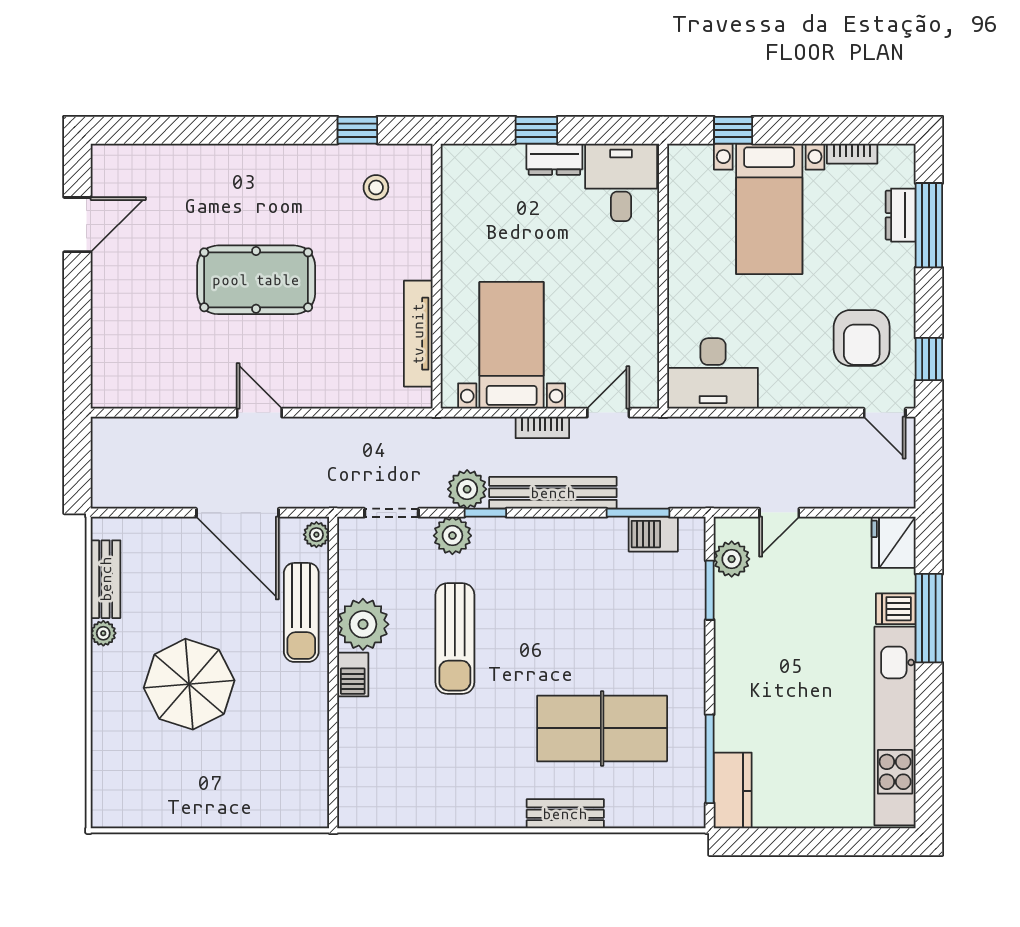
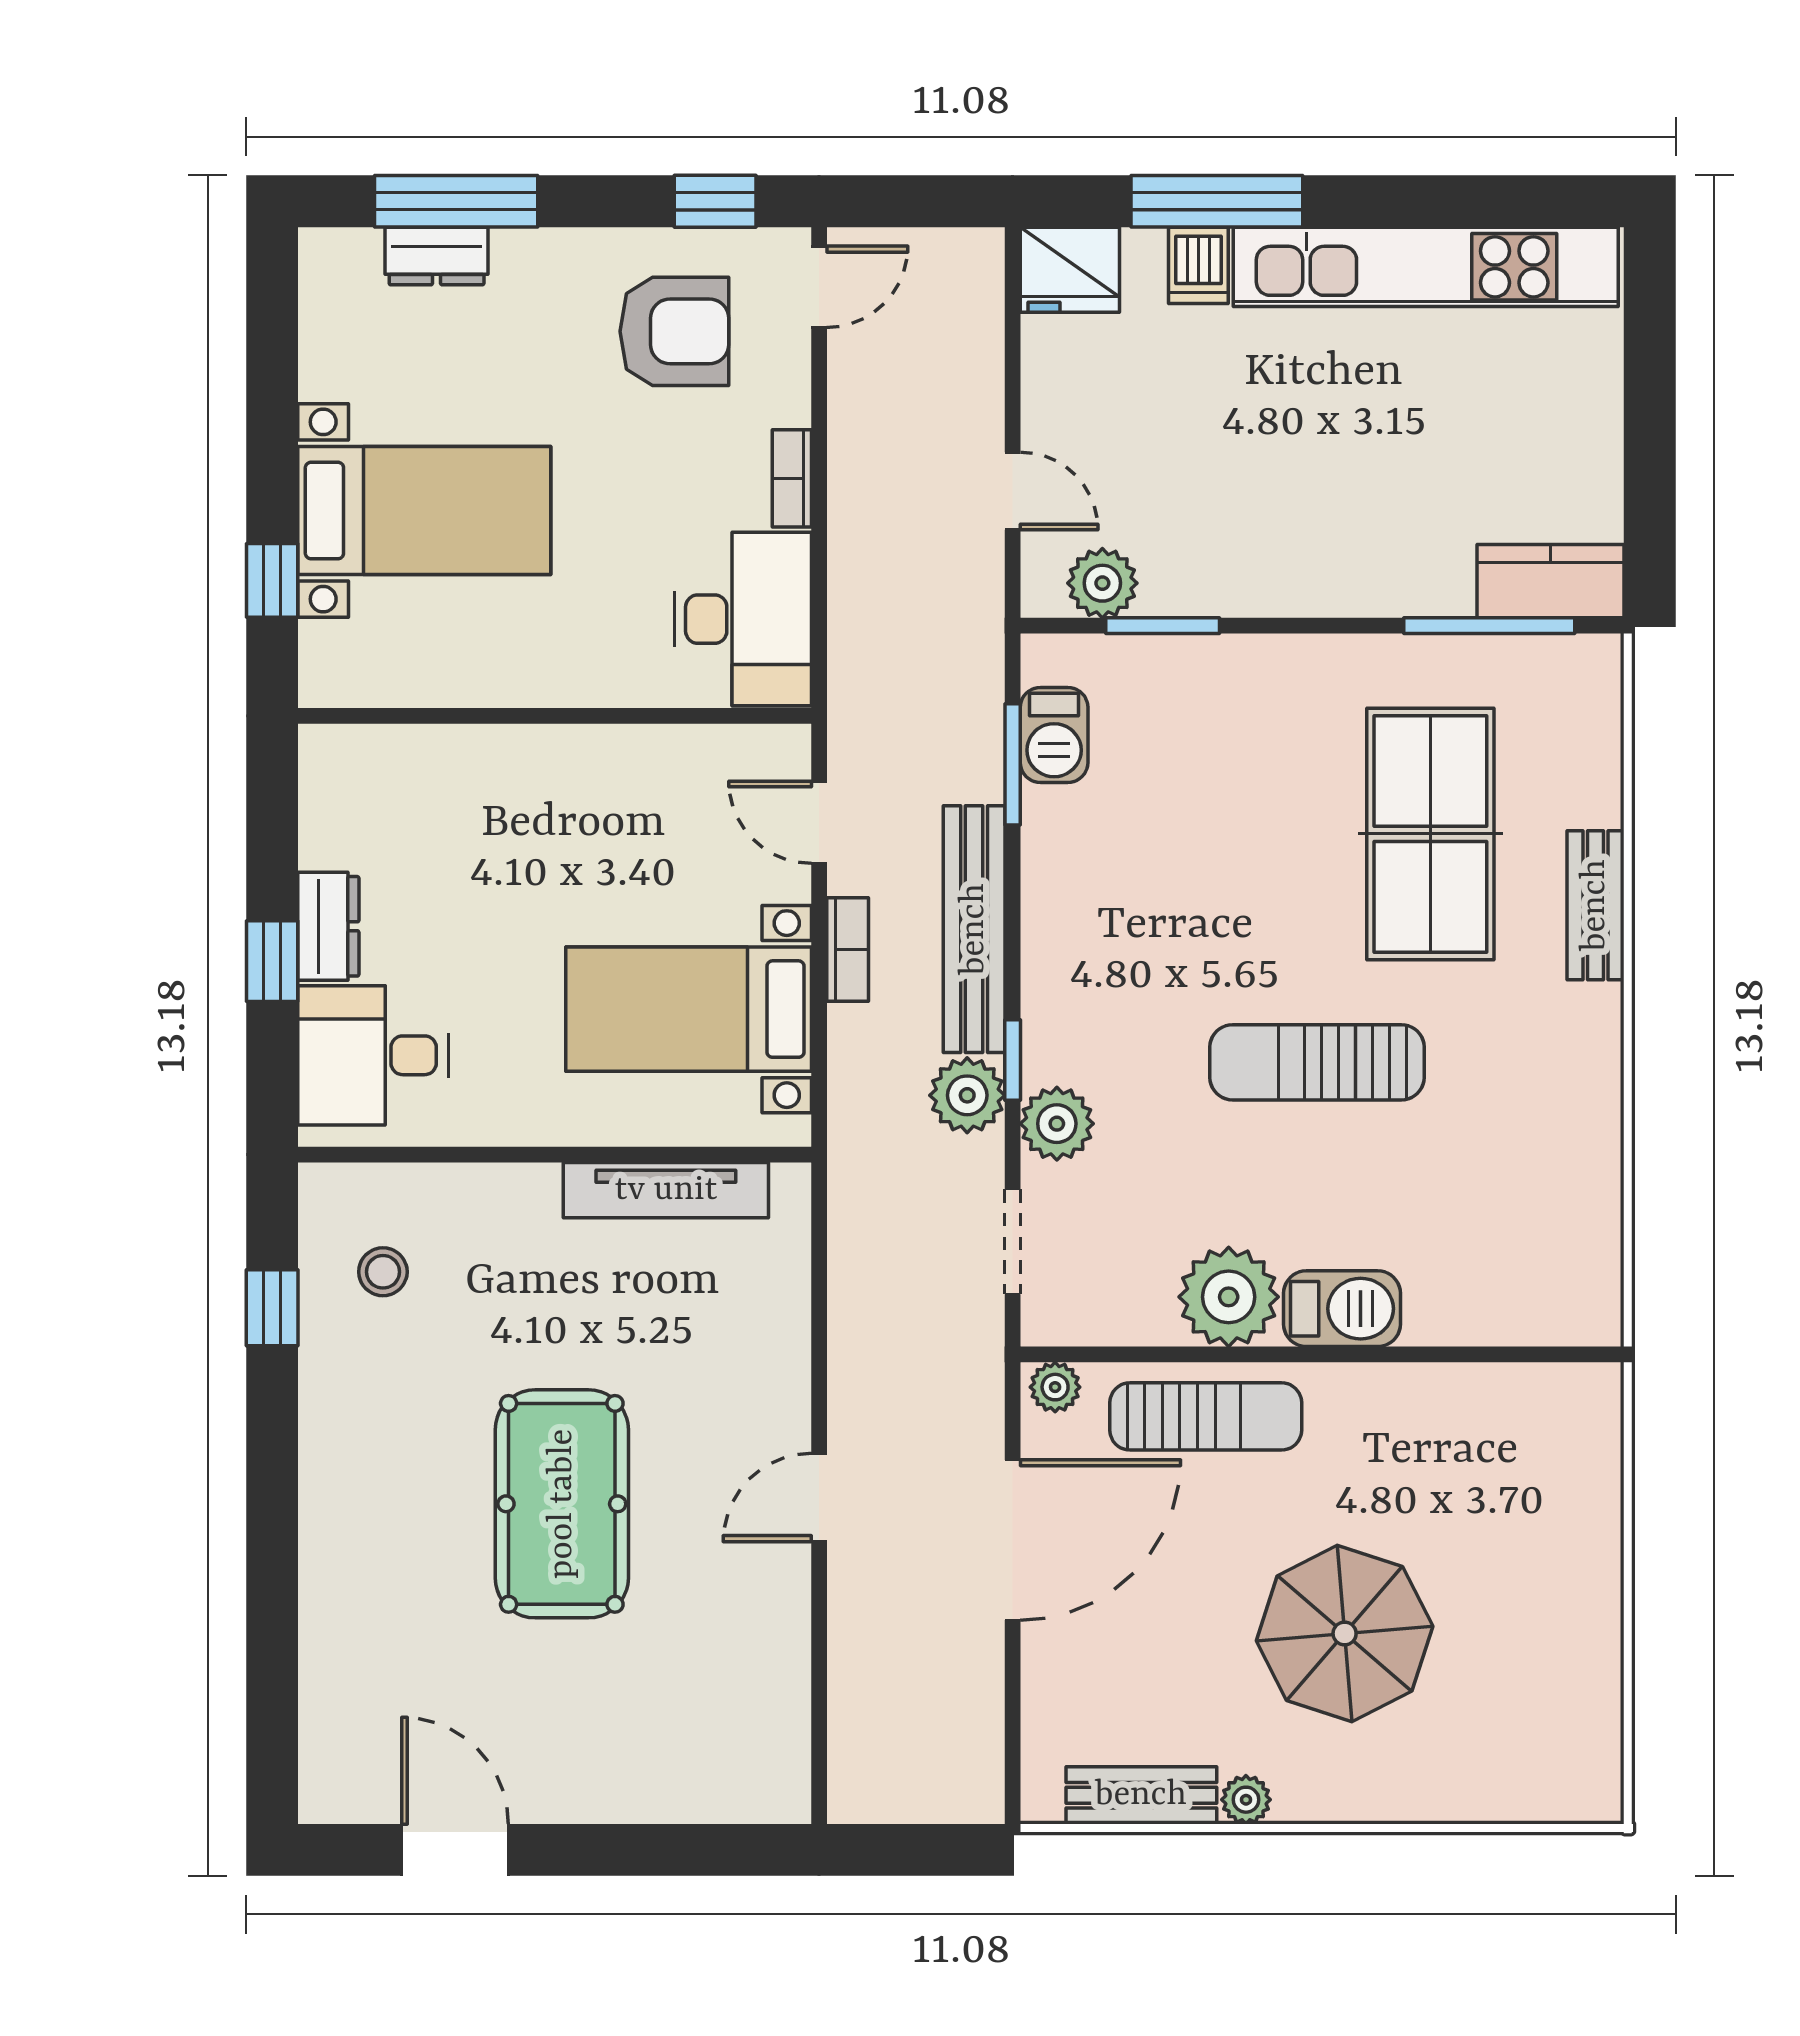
bookcase: (852, 154) -> (792, 478), moved, turned 180
desk: (621, 182) -> (373, 1055), moved
sun lounger: (455, 639) -> (1317, 1062), moved, turned 180
barbecue: (353, 675) -> (1342, 1309), width x1.38, depth x1.27

